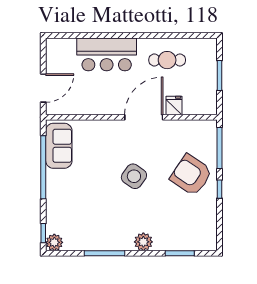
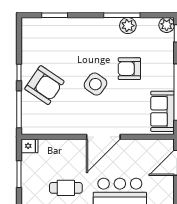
fridge: (174, 106) -> (30, 146), moved, turned -90
door: (144, 117) -> (103, 137), moved
armchair: (96, 194) -> (129, 69), added
plant: (143, 242) -> (128, 26), moved

